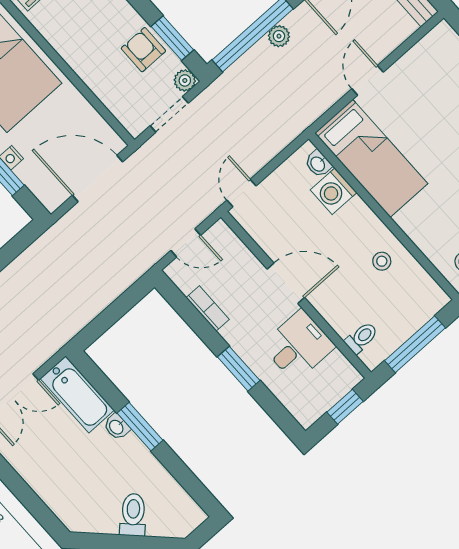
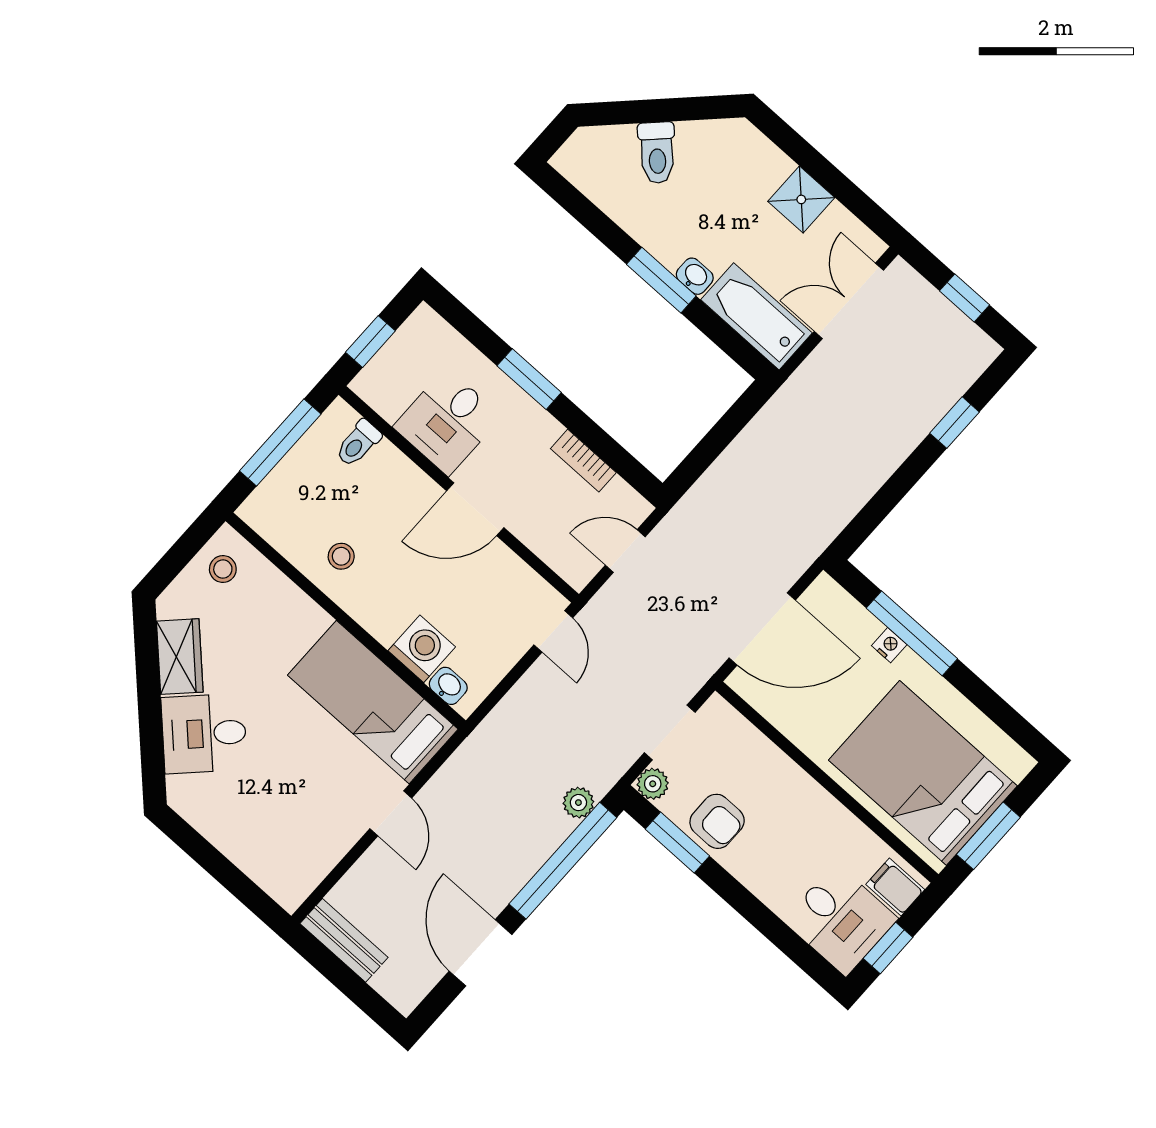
plant: (279, 36) -> (578, 803), moved
shower: (37, 471) -> (801, 199), added

